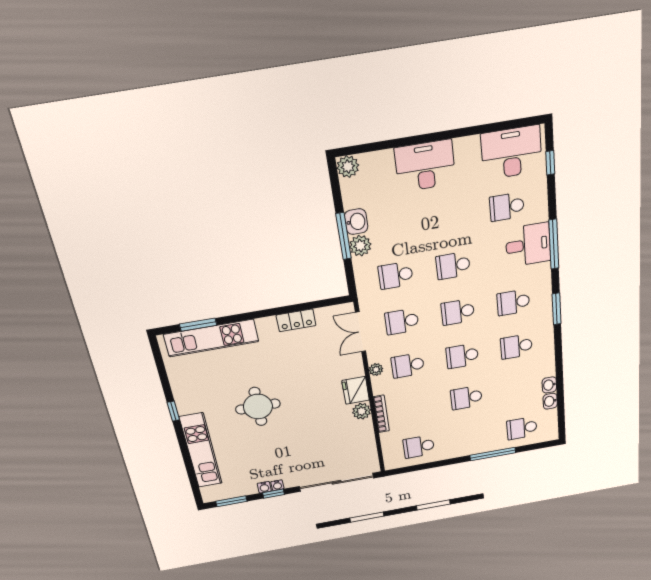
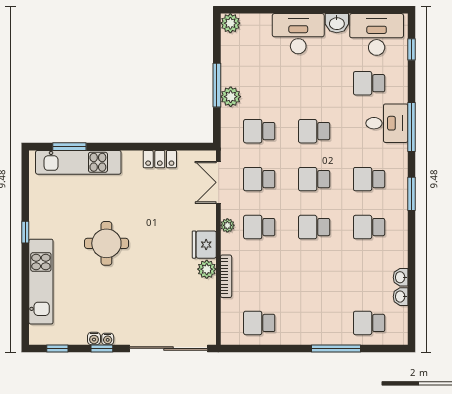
washbasin: (356, 222) -> (337, 23), moved, turned 90
school desk: (466, 398) -> (314, 275), removed
window: (231, 501) -> (57, 348), width x0.67

